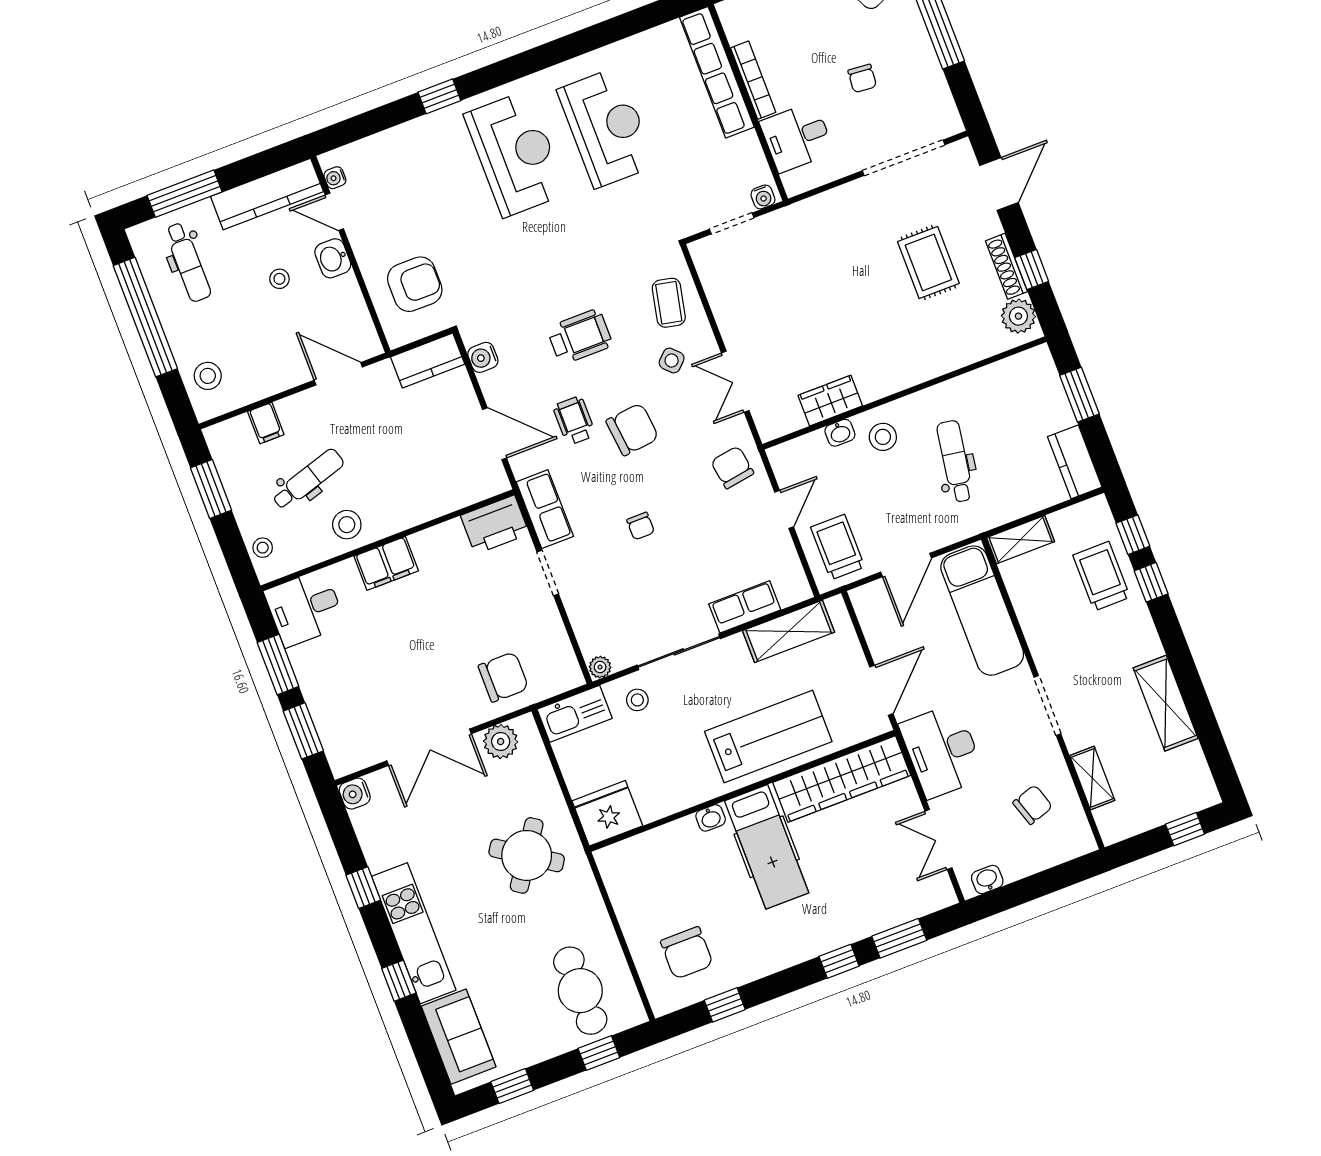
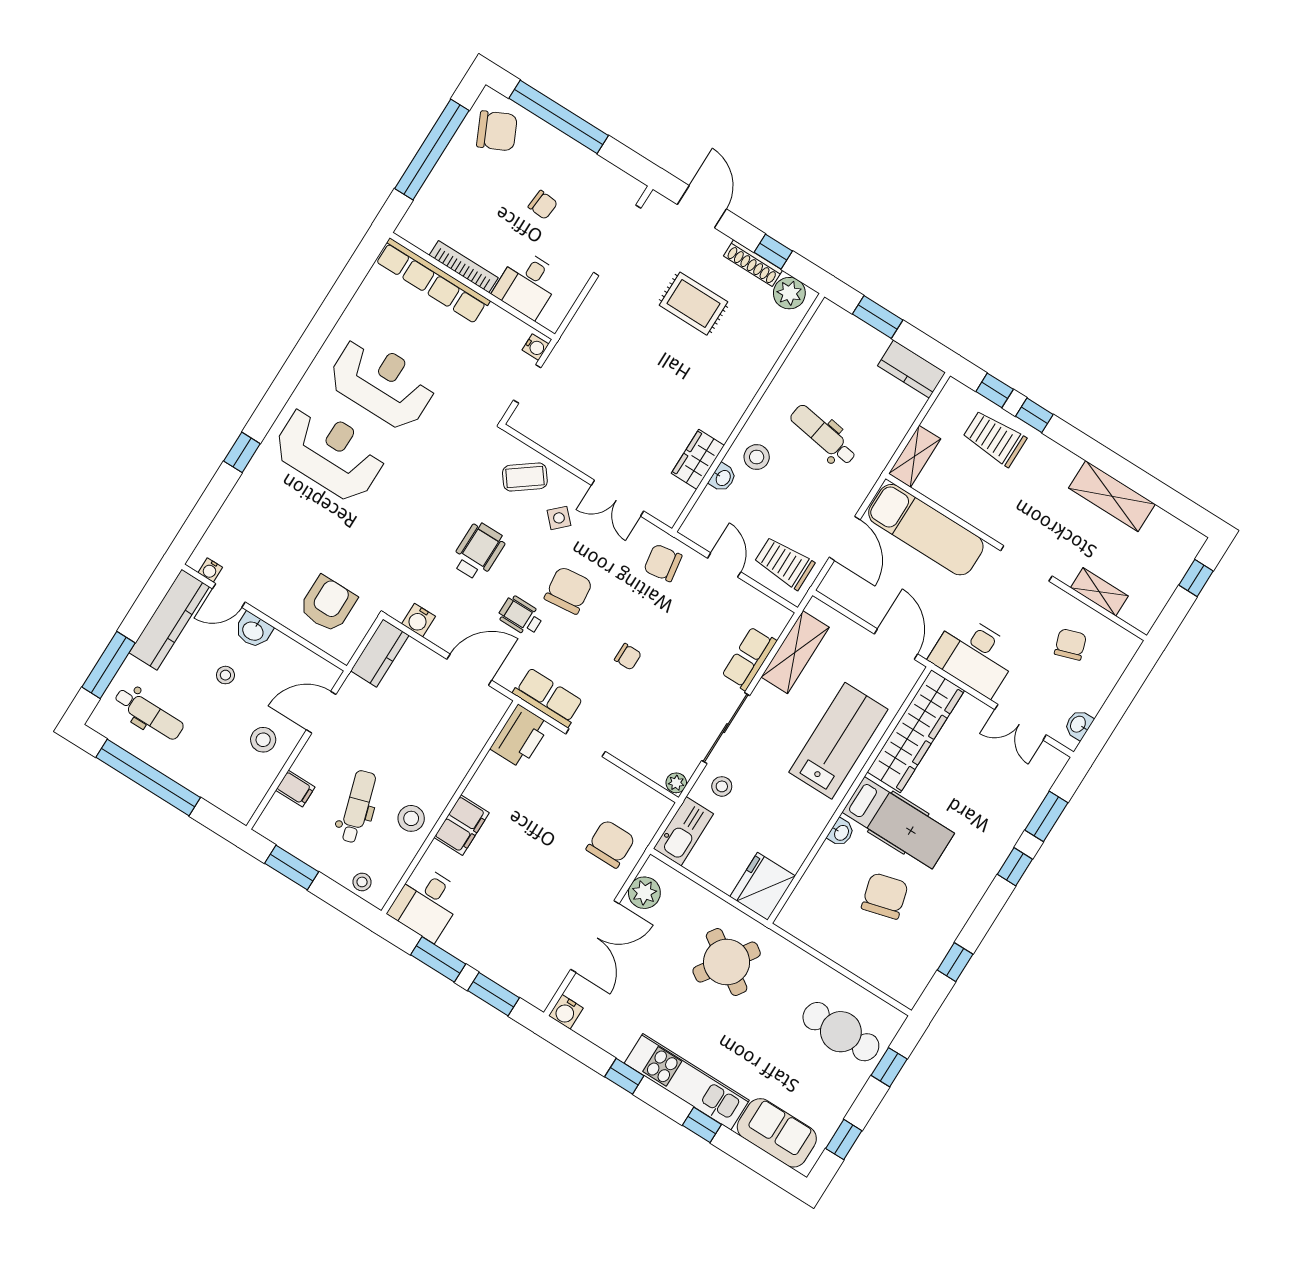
coffee table: (669, 303) -> (525, 477), turned -49
stool: (208, 376) -> (263, 740), moved
chair: (687, 953) -> (885, 896), moved, turned -105

